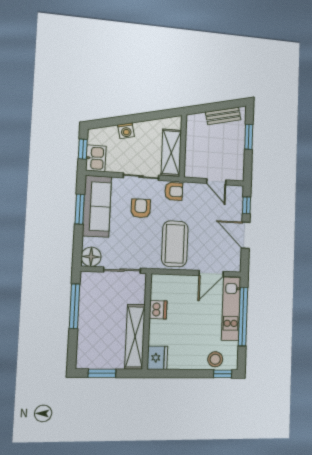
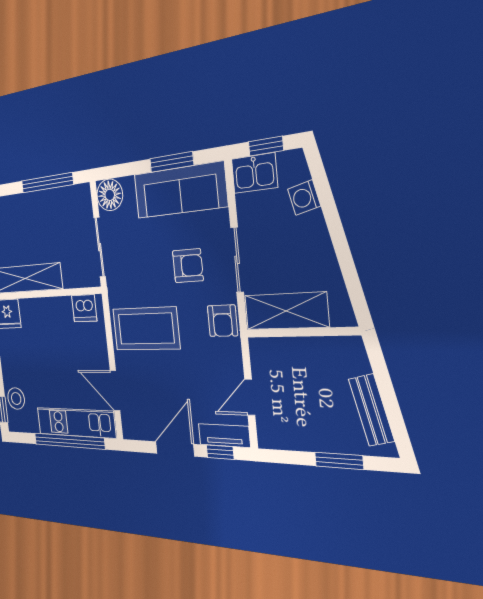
washing machine: (126, 131) -> (304, 197), moved
tv unit: (237, 201) -> (224, 435), added
dishwasher: (158, 310) -> (84, 308), moved

